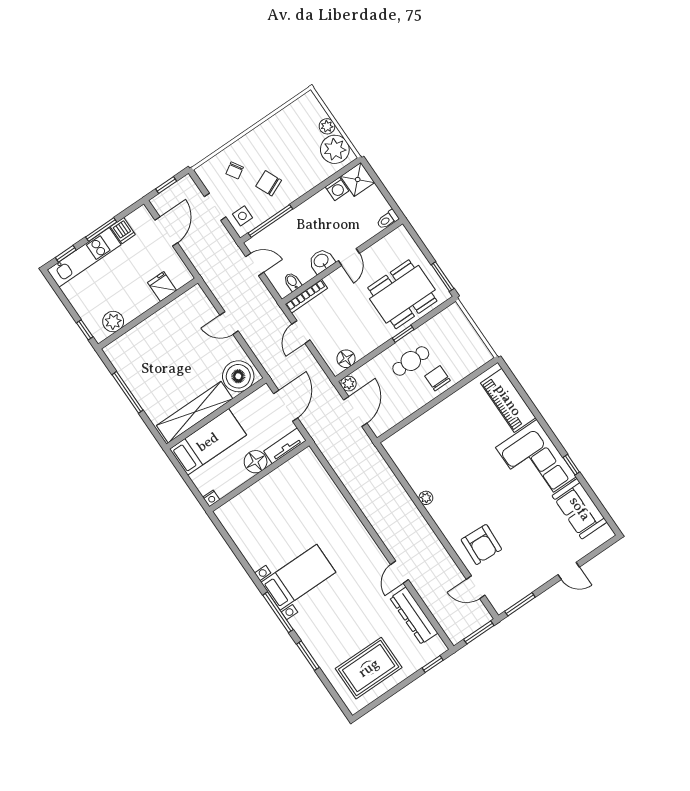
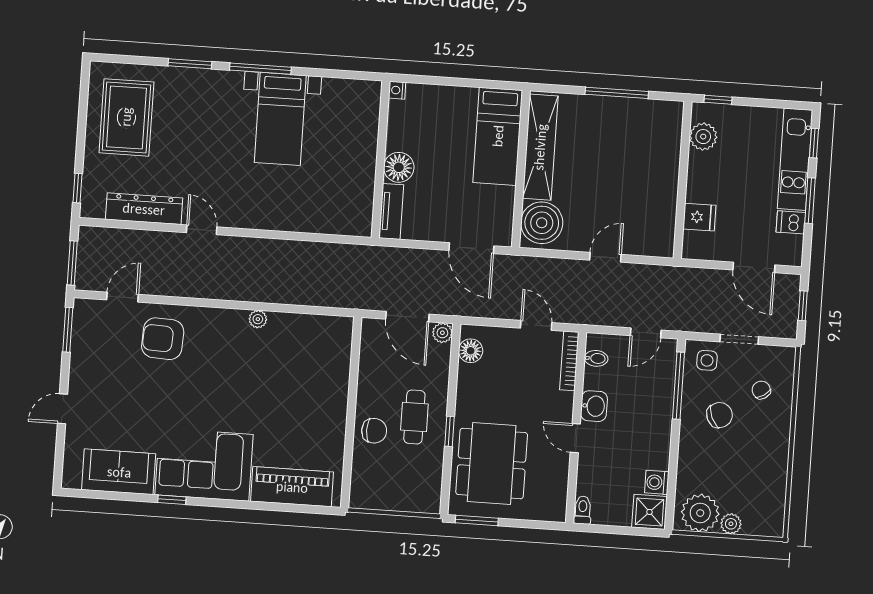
tv unit: (285, 446) -> (391, 211), moved
floor lamp: (256, 462) -> (399, 167), moved
wall: (259, 476) -> (381, 159), moved
nightstand: (211, 498) -> (397, 90), moved

